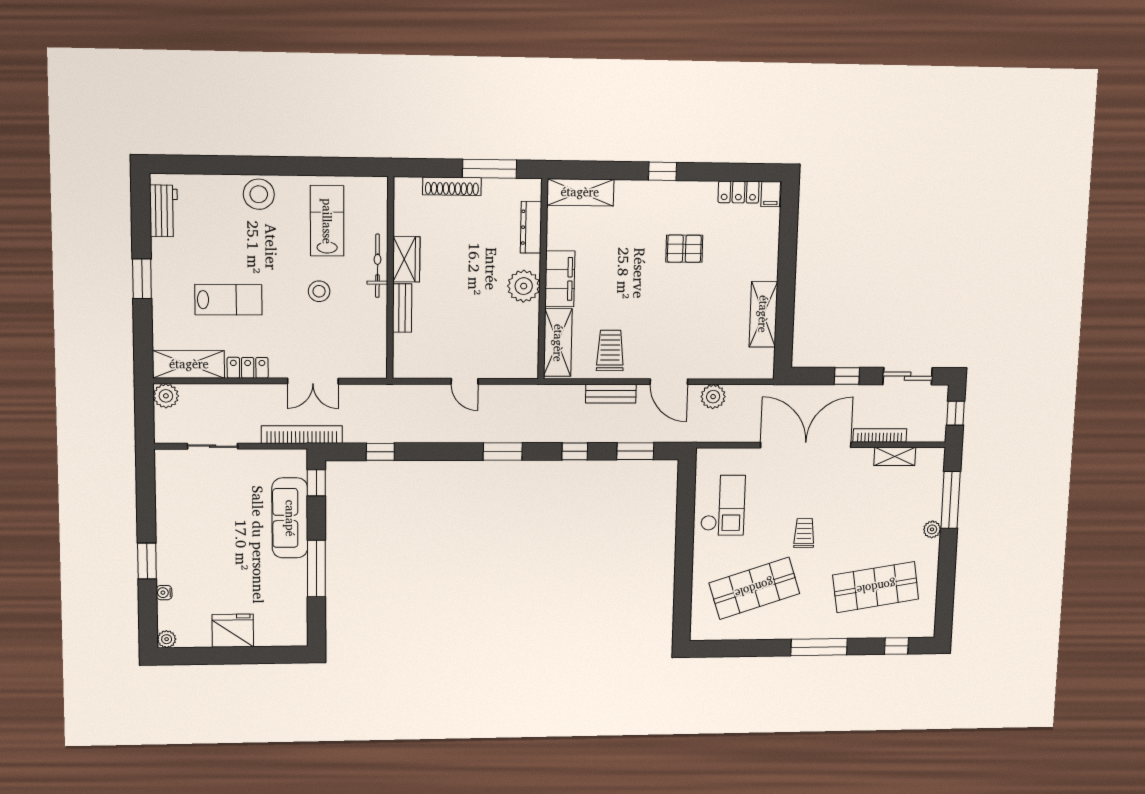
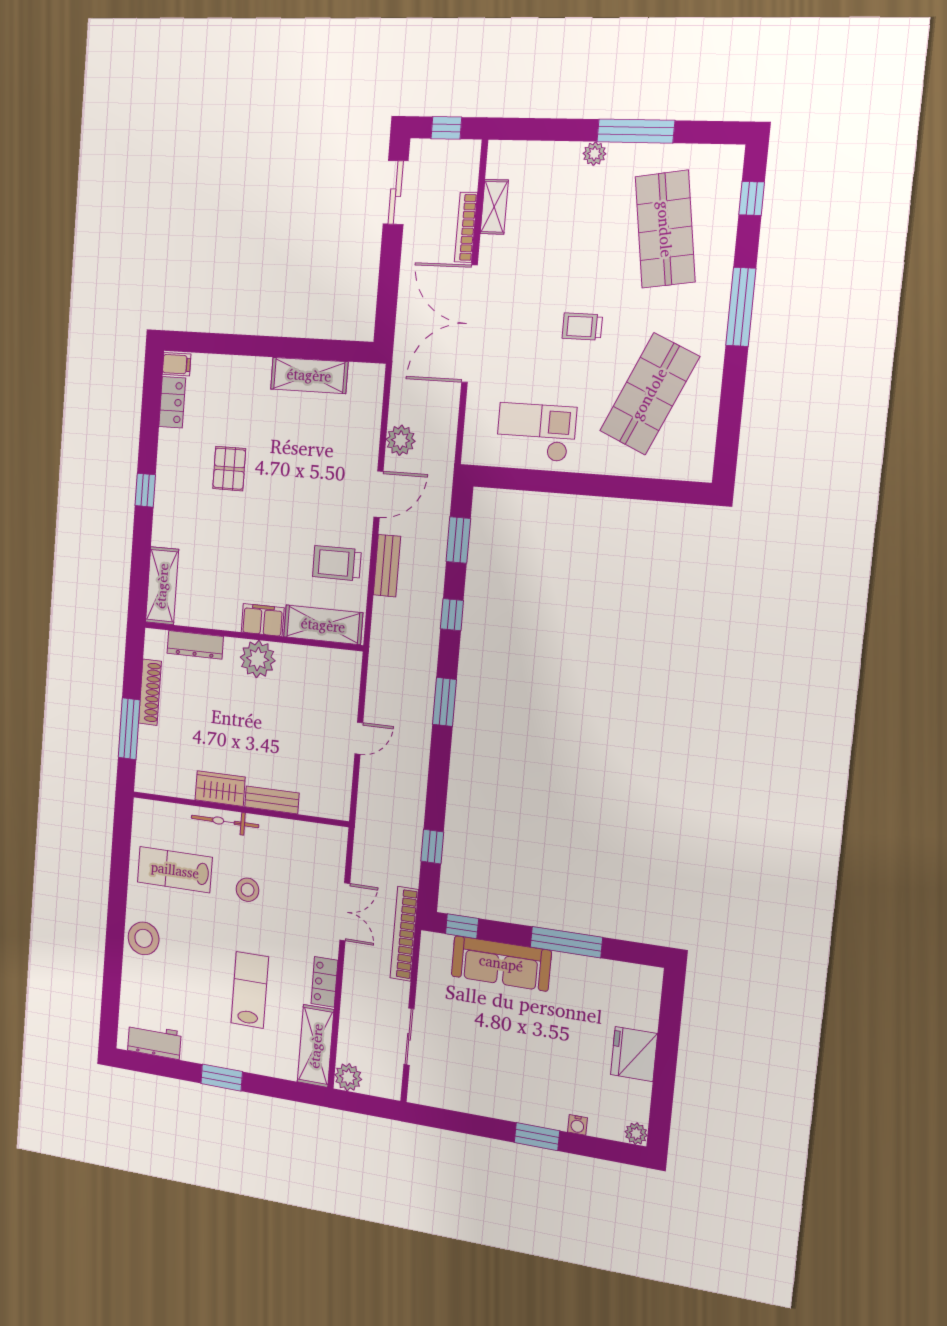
window: (489, 169) -> (129, 729), moved
shoe rack: (452, 186) -> (150, 692), moved
filing cabinet: (560, 279) -> (263, 620), width x0.67, depth x0.86
window: (847, 376) -> (389, 271), removed
window: (951, 500) -> (636, 131), moved
shop shelf: (754, 588) -> (649, 394), turned 42

